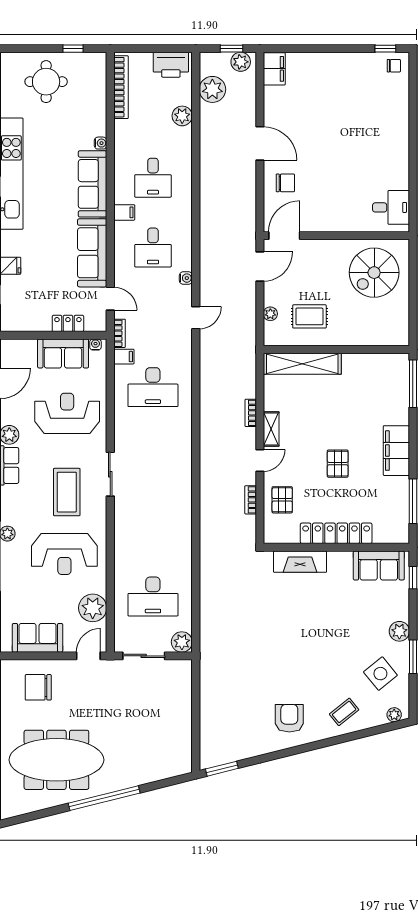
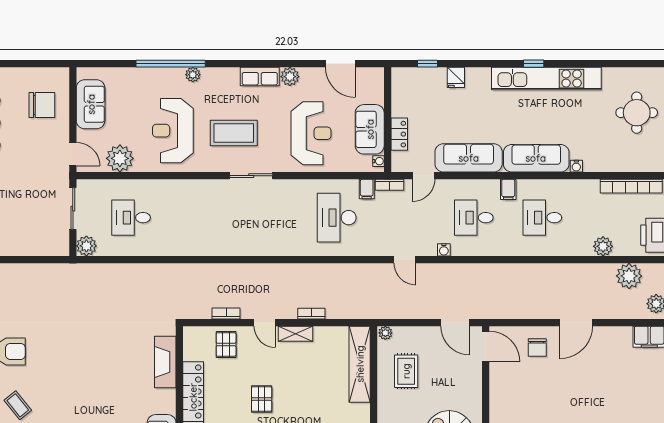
plant: (270, 314) -> (385, 333), moved
pallet: (338, 464) -> (262, 399), turned 90
pallet: (282, 500) -> (226, 345), turned 90
desk: (153, 597) -> (131, 218), width x0.73
chair: (38, 687) -> (42, 105), turned 90

